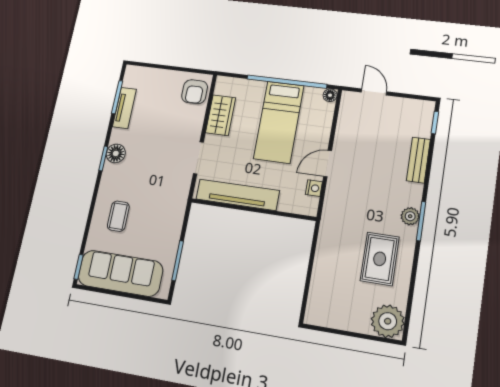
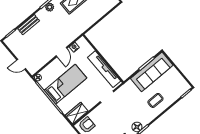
door: (374, 92) -> (21, 64), hinge flipped
wardrobe: (221, 115) -> (77, 113), moved
door: (328, 164) -> (62, 52), hinge flipped
sofa: (120, 273) -> (152, 72), moved, turned -90

